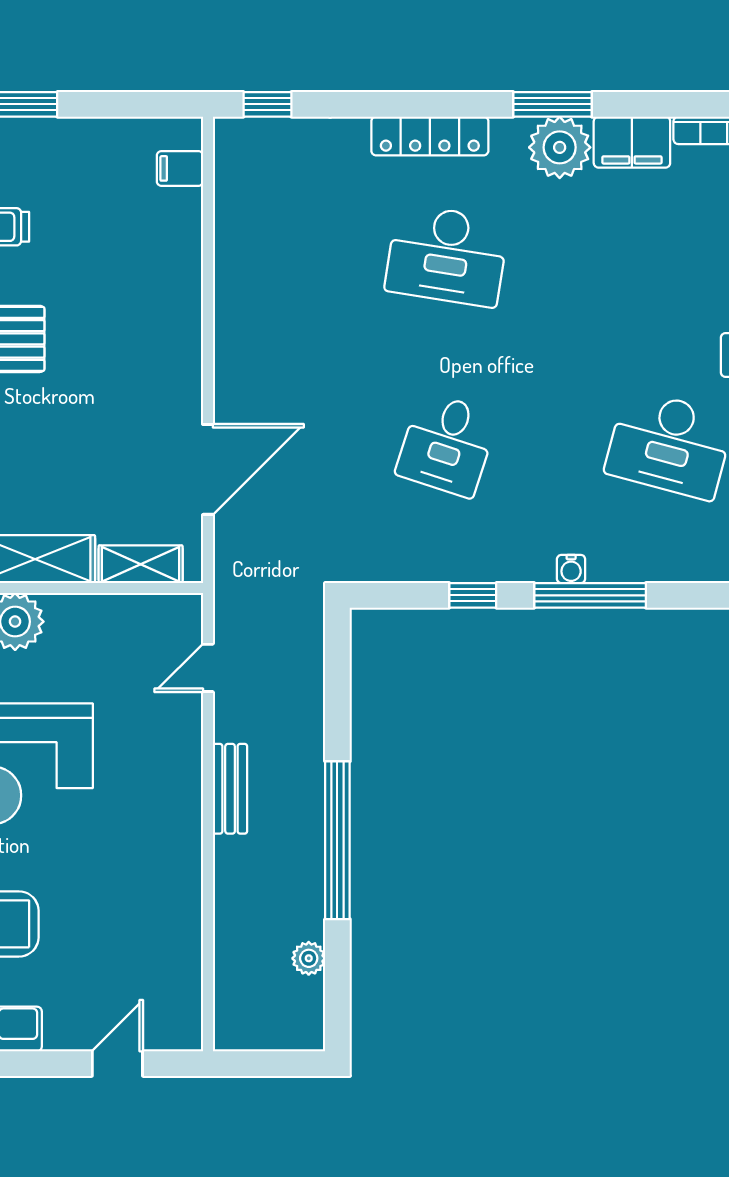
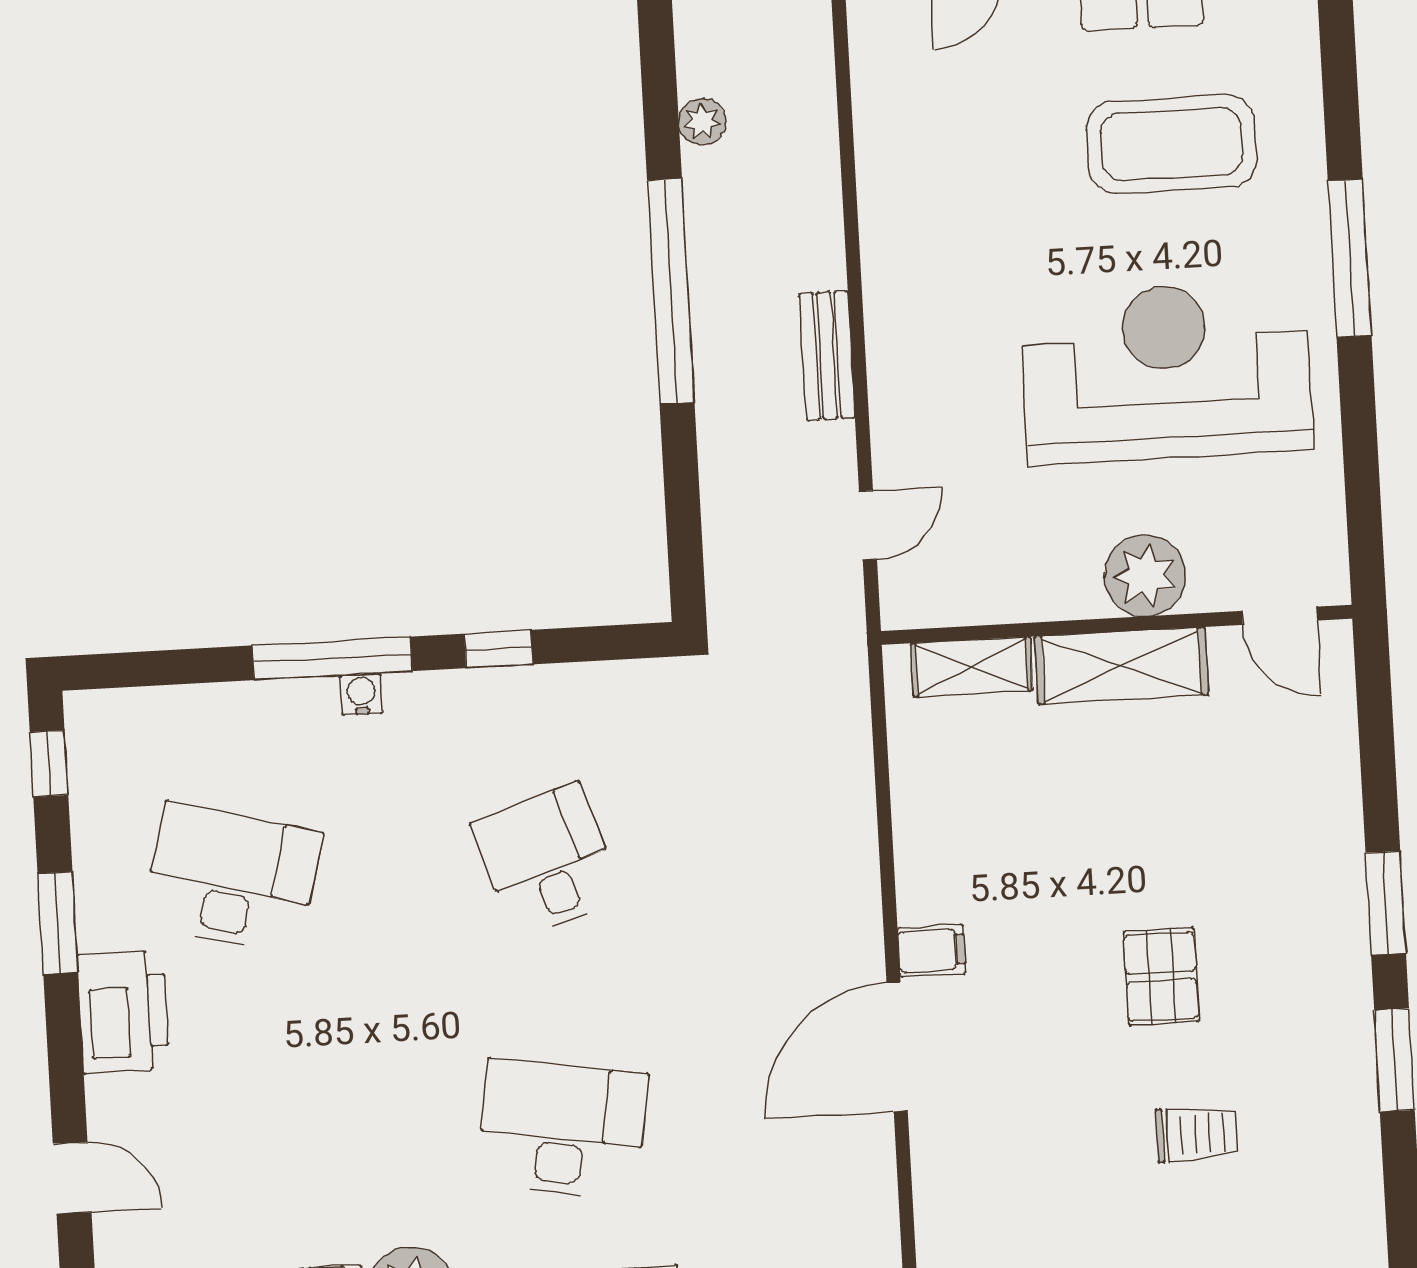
filing cabinet: (180, 168) -> (932, 951), moved
desk: (447, 444) -> (547, 861), turned -36
door: (208, 469) -> (897, 1047), moved

